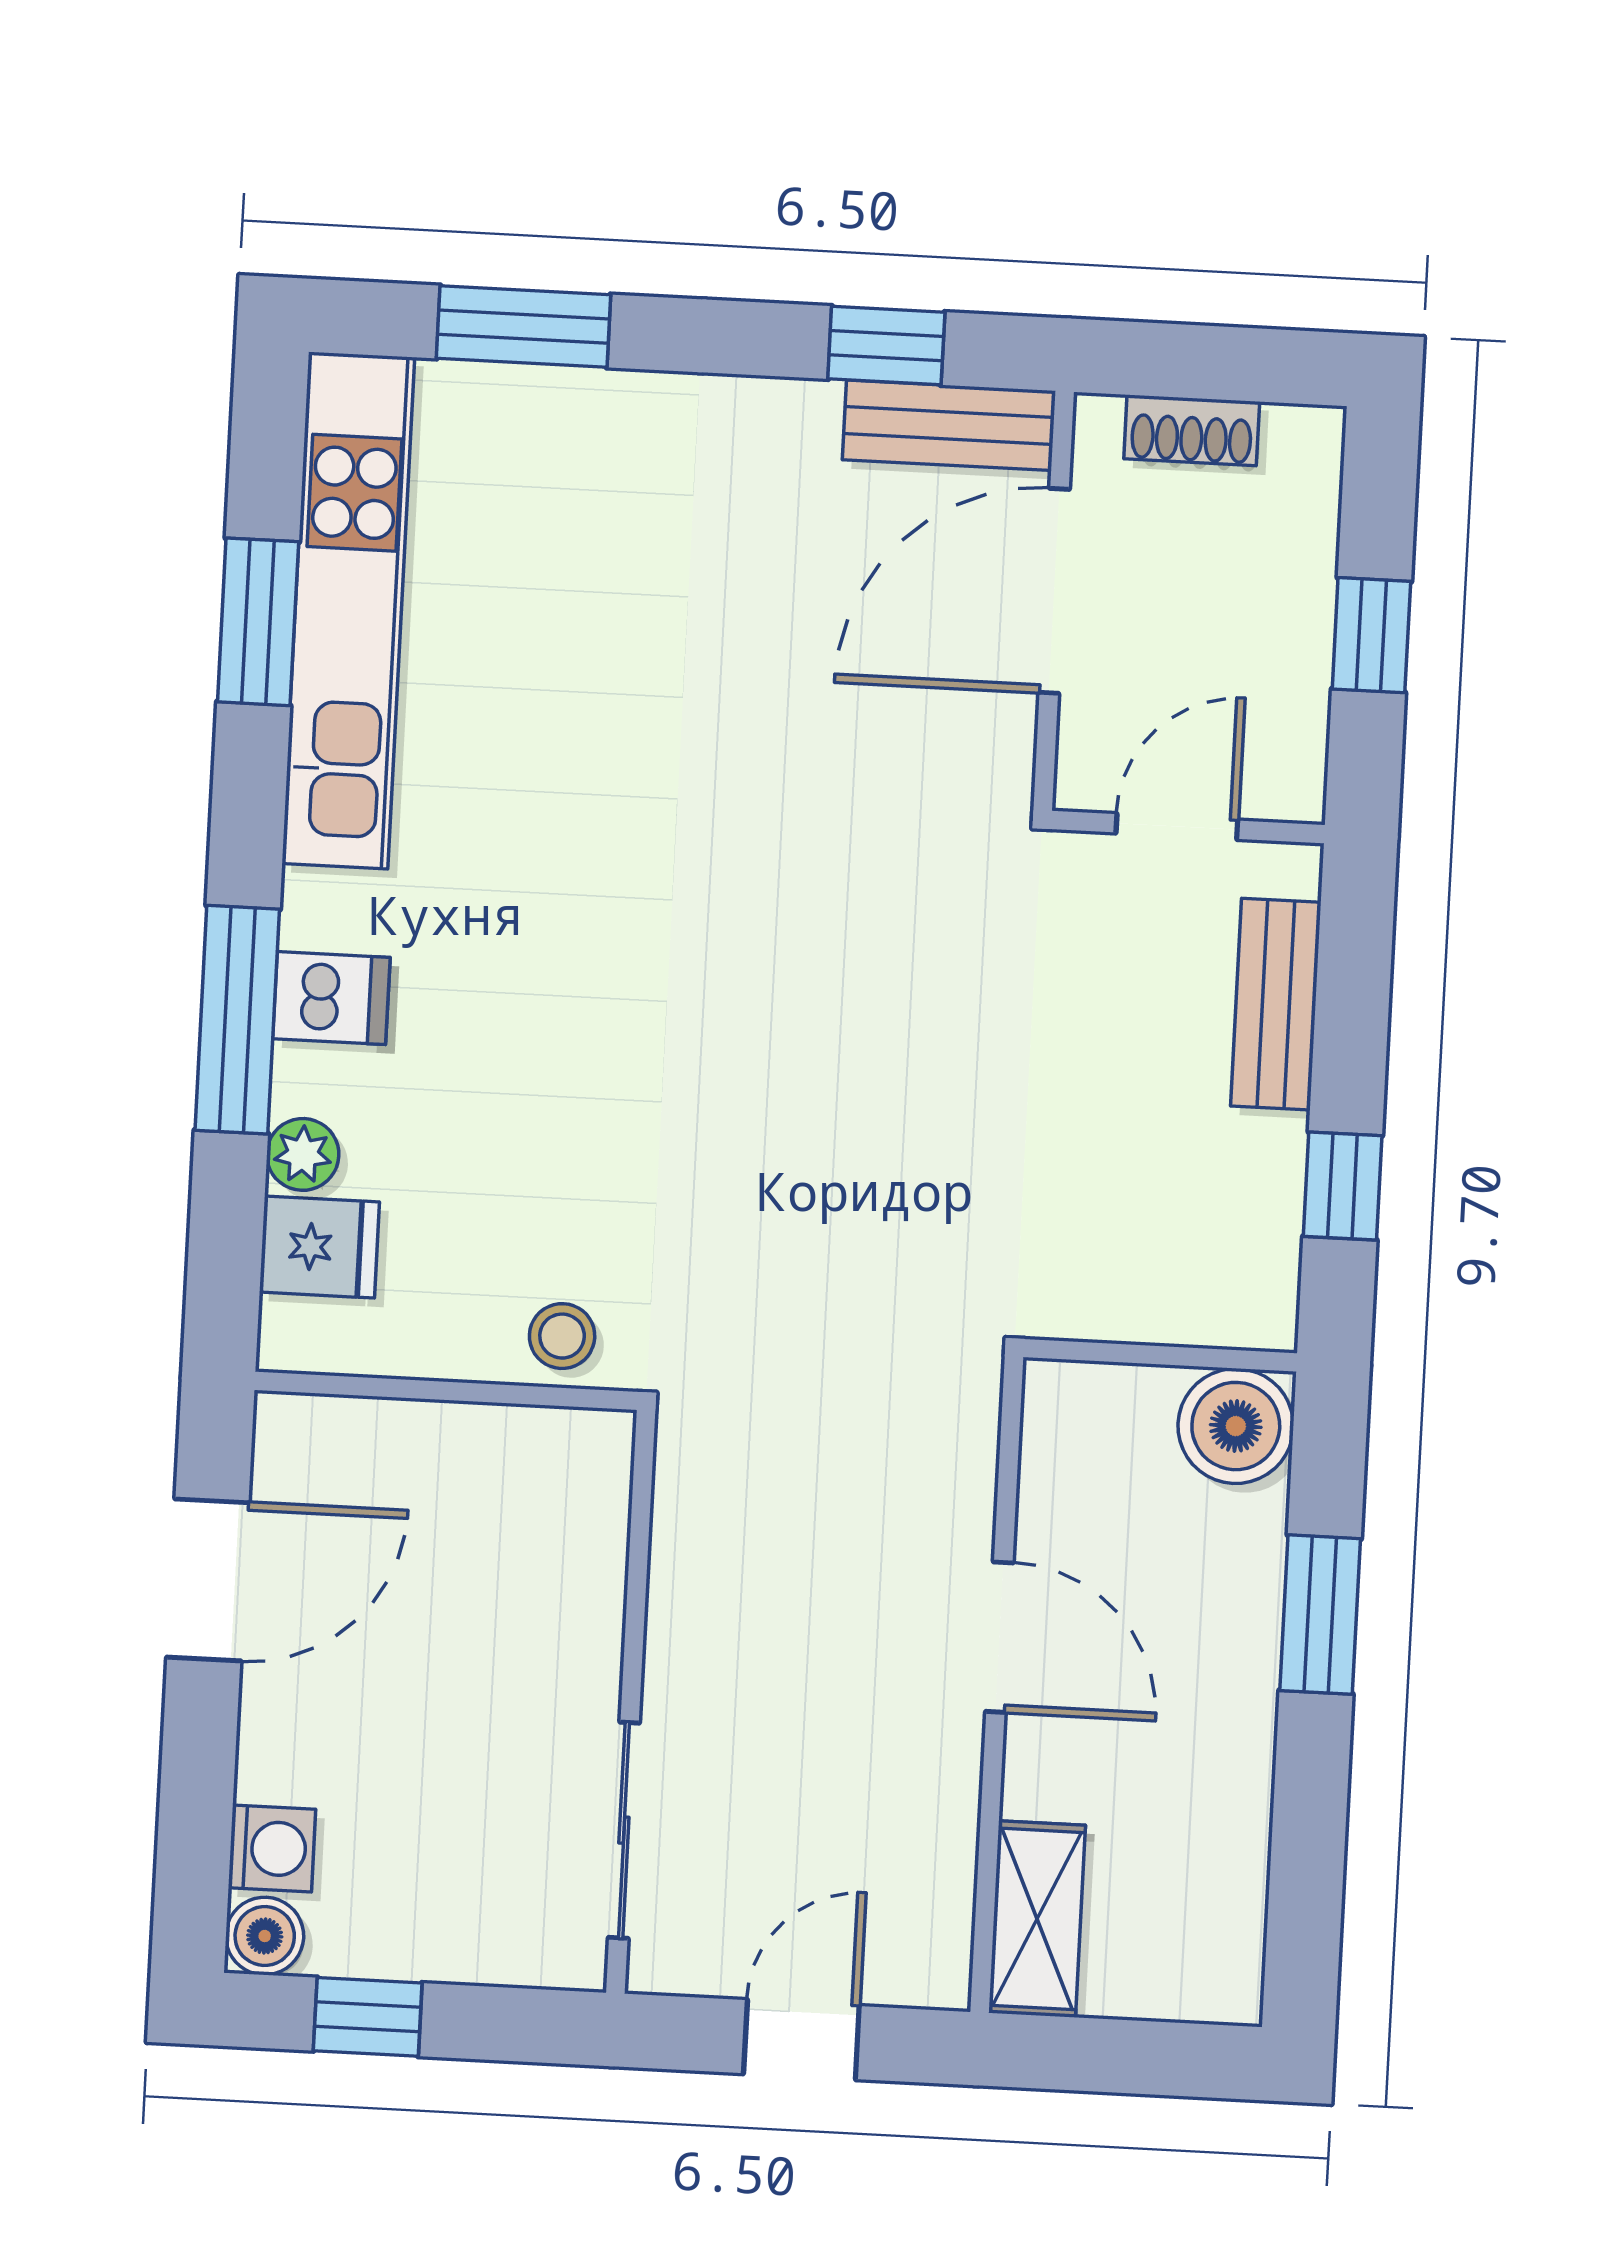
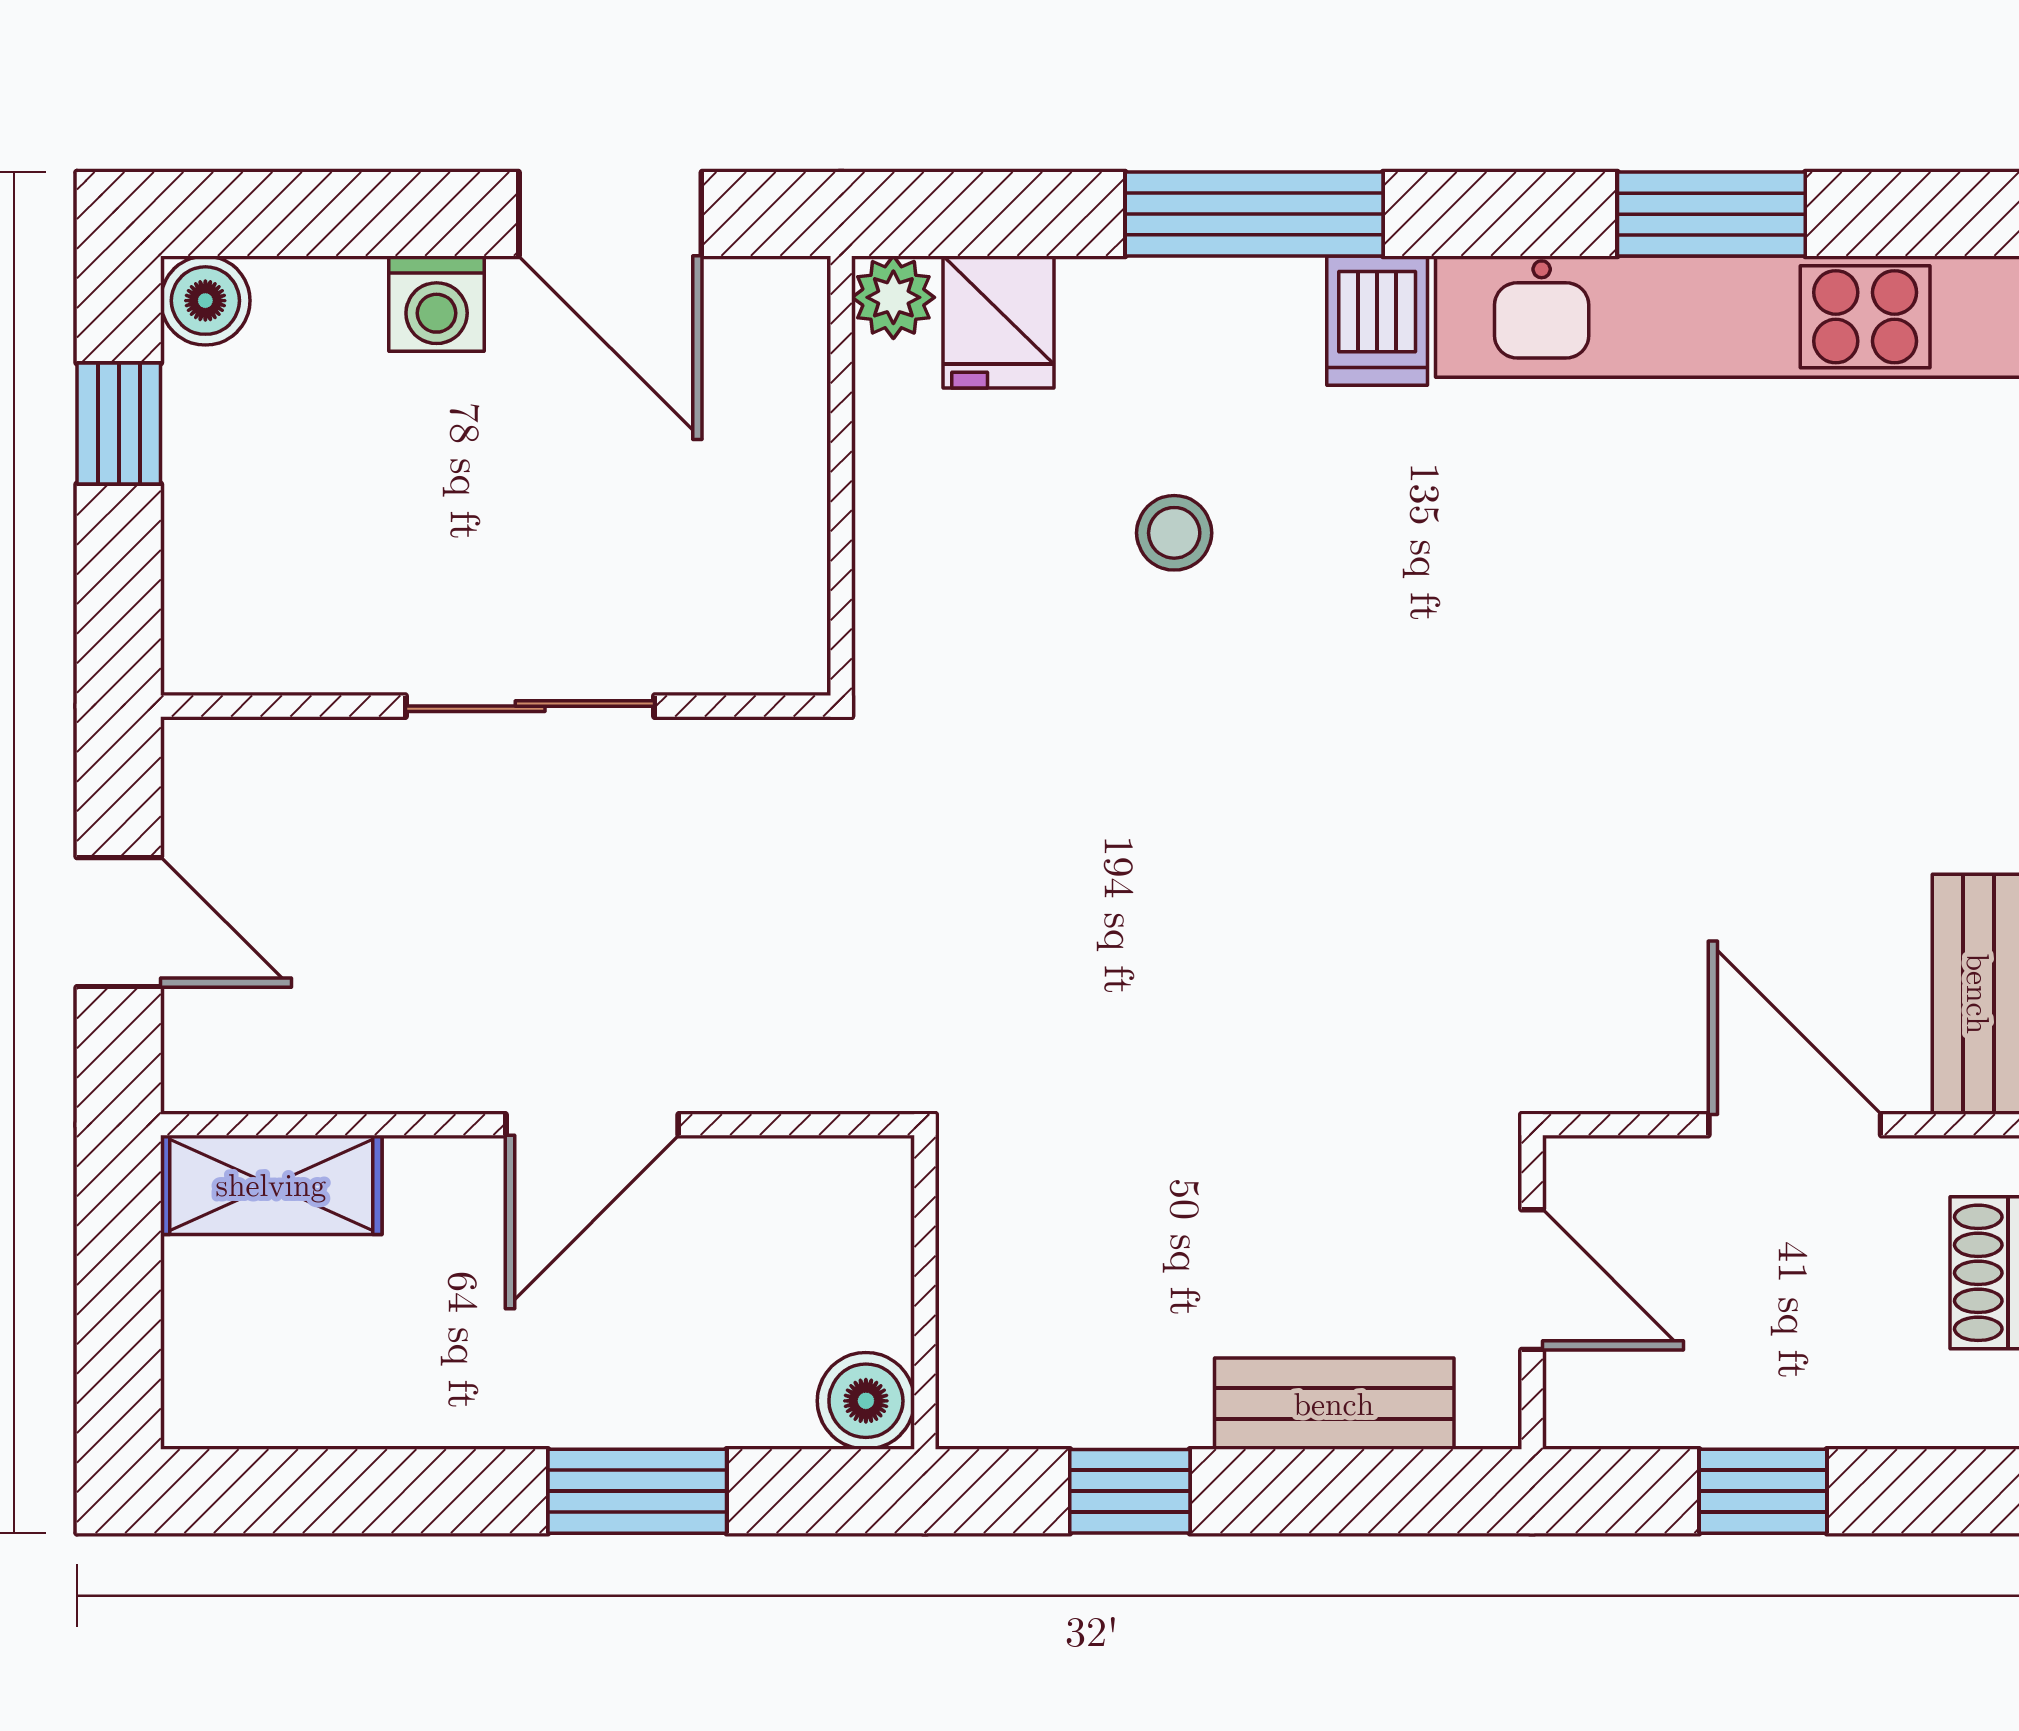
door: (1054, 591) -> (1795, 1125), width x0.73
dishwasher: (331, 998) -> (1377, 321), moved
plant: (303, 1154) -> (893, 297), moved
stool: (562, 1336) -> (1174, 533), moved
boiler: (1236, 1426) -> (866, 1401), width x0.73, depth x0.73
sliding door: (624, 1830) -> (530, 706), moved
washing machine: (272, 1849) -> (437, 304), moved

